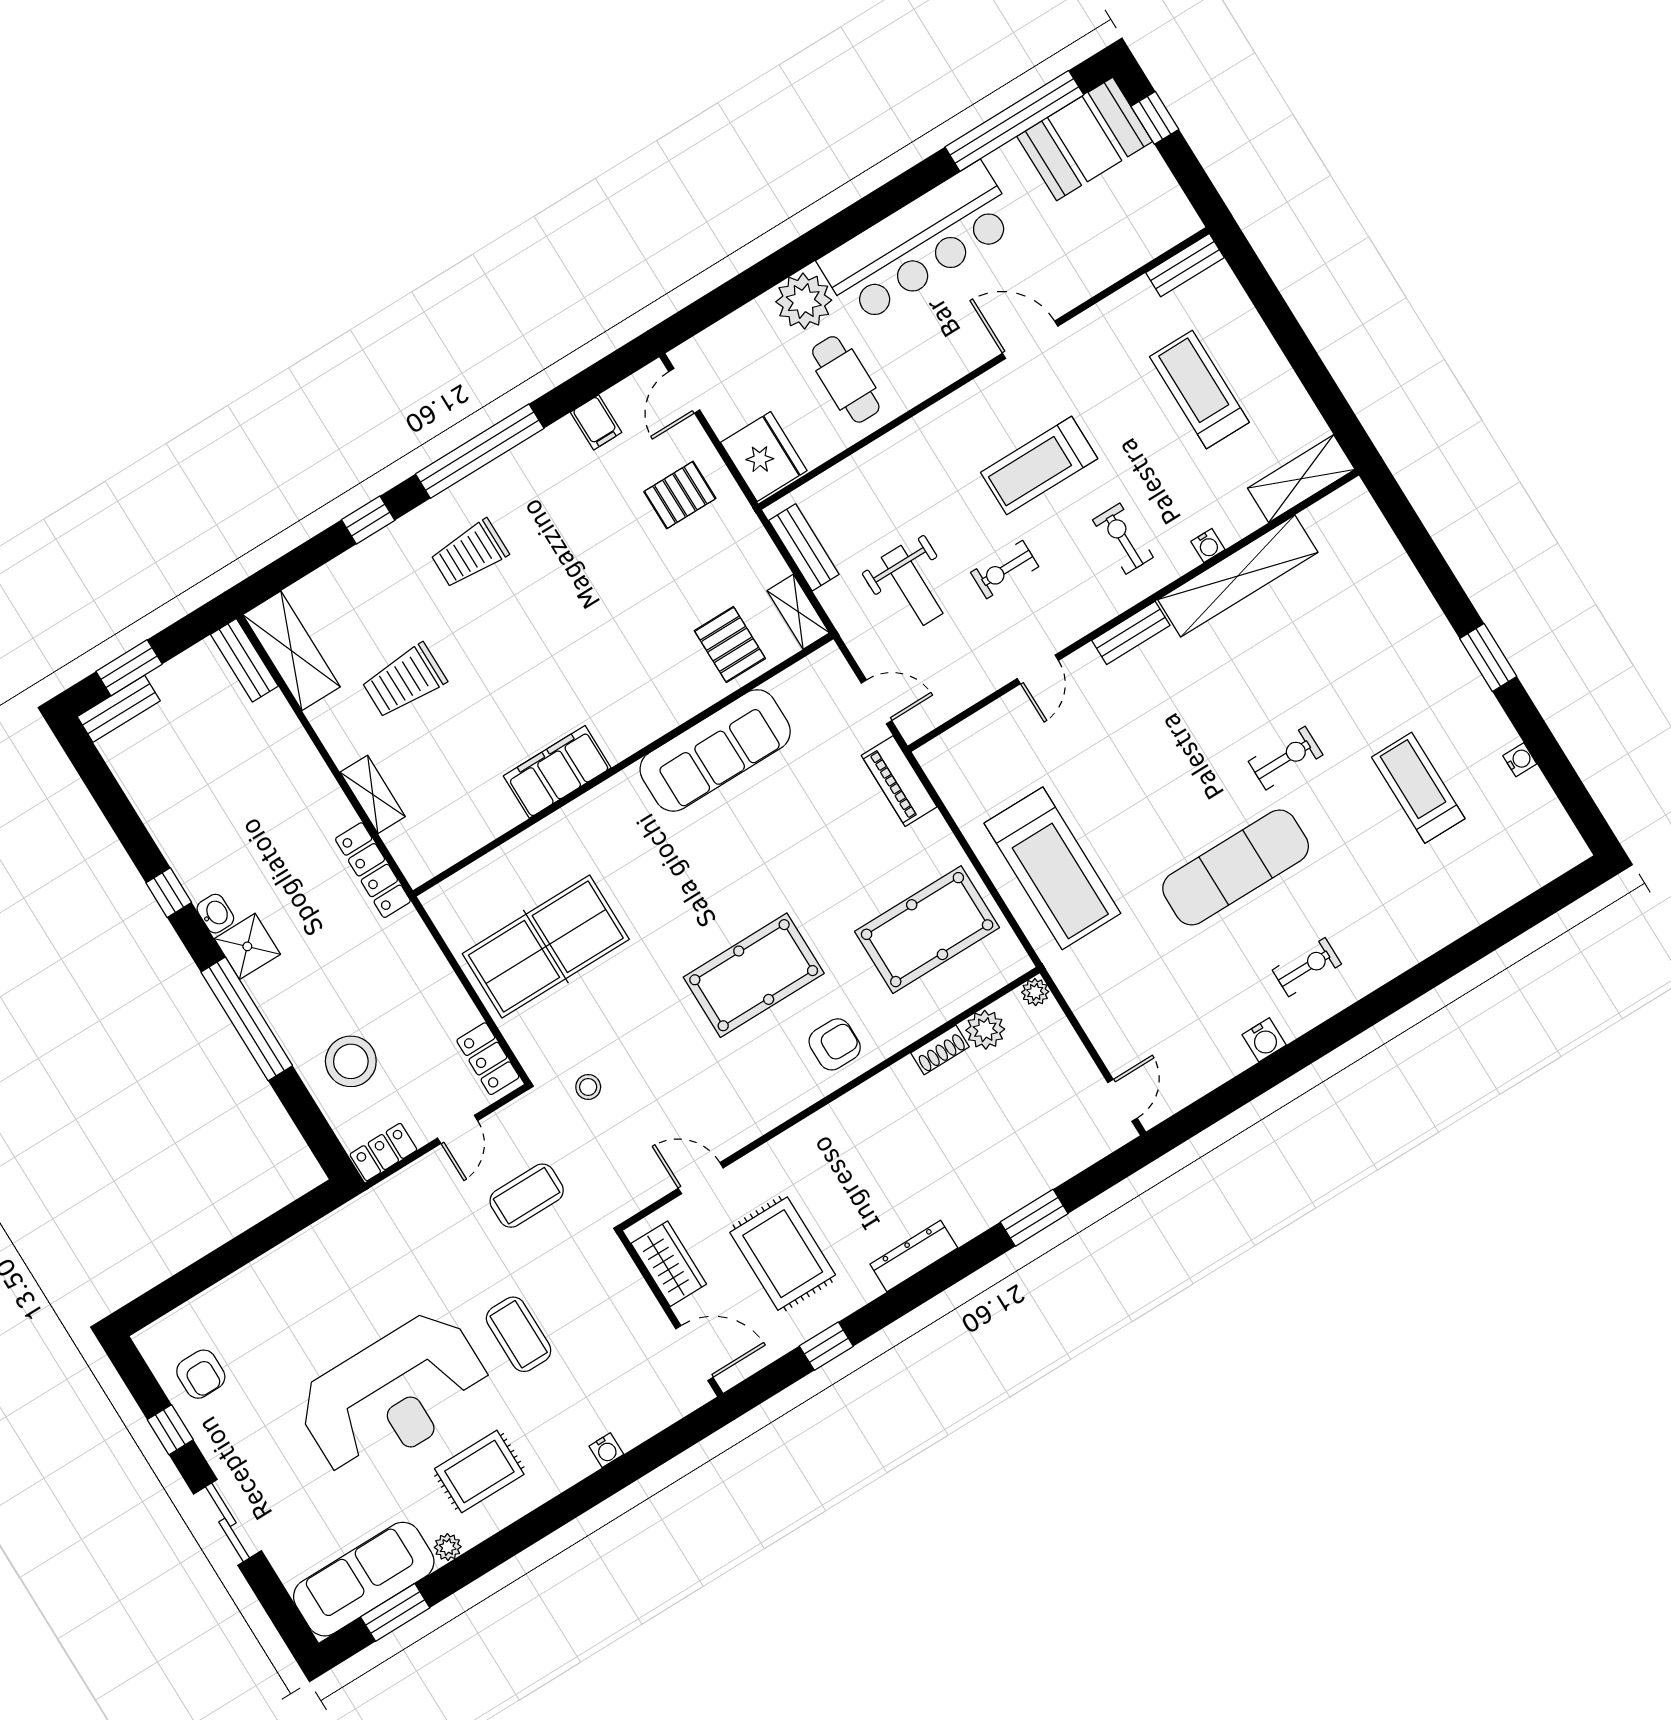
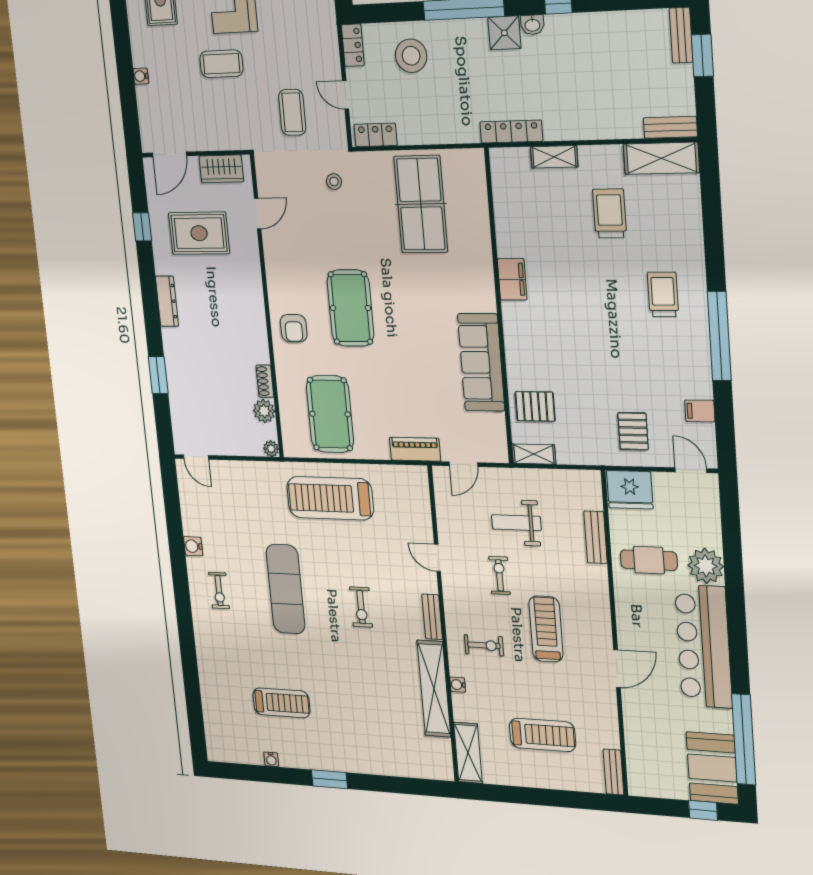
window: (368, 520) -> (714, 248), removed
bench: (804, 547) -> (596, 537), moved, turned 90
exercise bike: (1286, 758) -> (361, 607), moved
filing cabinet: (557, 772) -> (512, 279), width x0.67, depth x0.86

